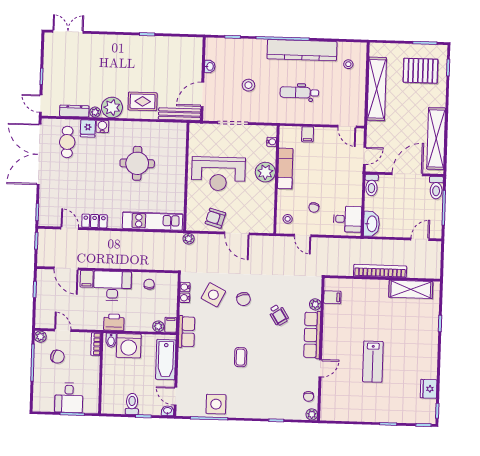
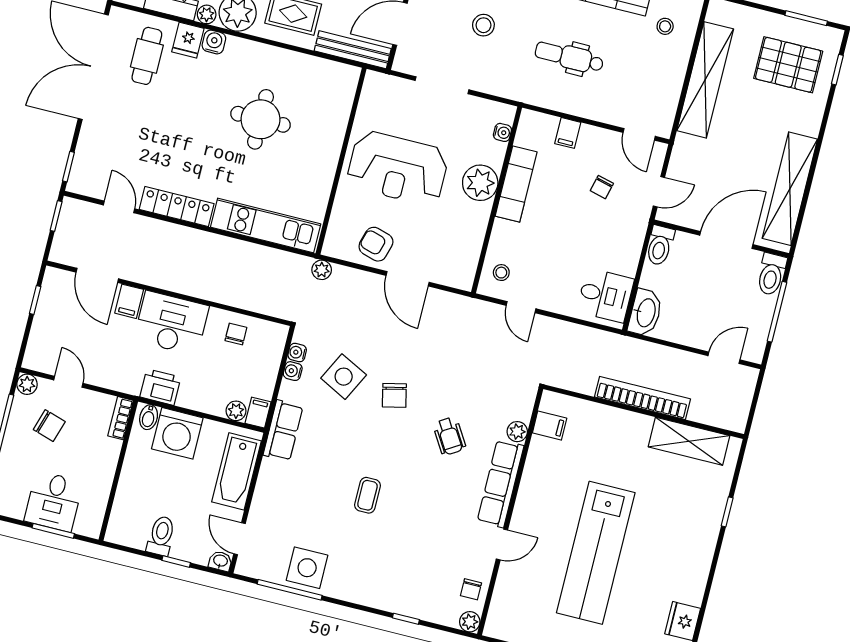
chair: (314, 207) -> (602, 187), moved
locker: (94, 221) -> (177, 207), width x1.53
lab bench: (373, 362) -> (596, 553), width x1.86, depth x1.39

